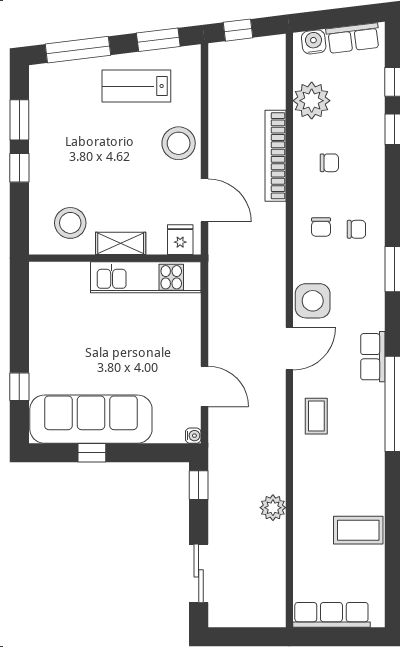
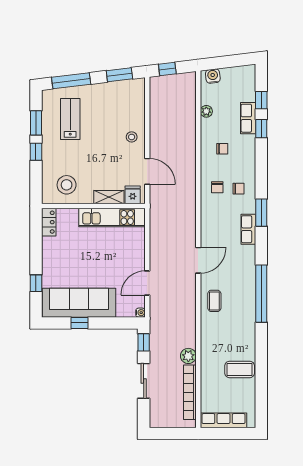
row of seats: (353, 38) -> (248, 118), moved, turned 97
lab bench: (136, 86) -> (70, 119), moved, turned 90
plant: (312, 101) -> (206, 111), width x0.53, depth x0.53
stool: (179, 143) -> (132, 137), width x0.53, depth x0.53
bookcase: (275, 156) -> (190, 392), moved
shelving: (121, 243) -> (109, 197), moved
locker: (41, 285) -> (49, 222), added
side table: (313, 301) -> (212, 232), removed
row of seats: (373, 357) -> (248, 229), moved
door: (204, 386) -> (147, 283), swing flipped
sliding door: (199, 573) -> (144, 381), moved

